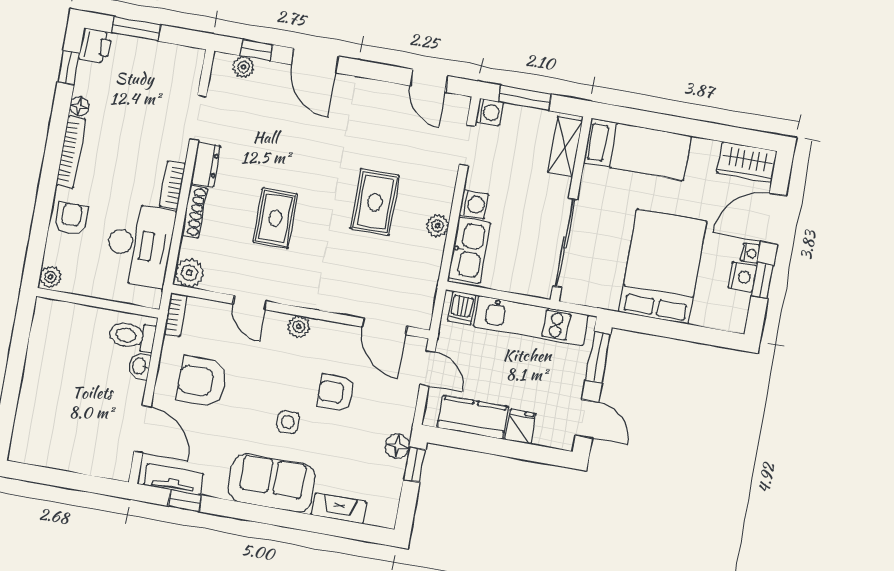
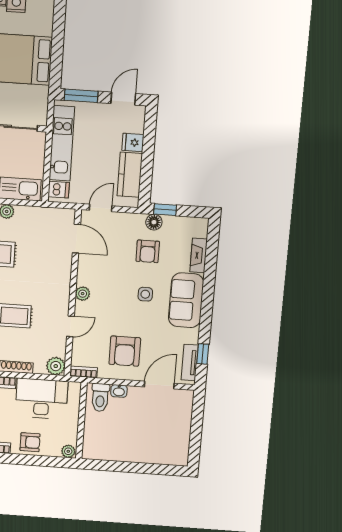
armchair: (71, 219) -> (30, 442), turned 180
door: (385, 326) -> (76, 239), hinge flipped
armchair: (336, 393) -> (148, 251), moved

